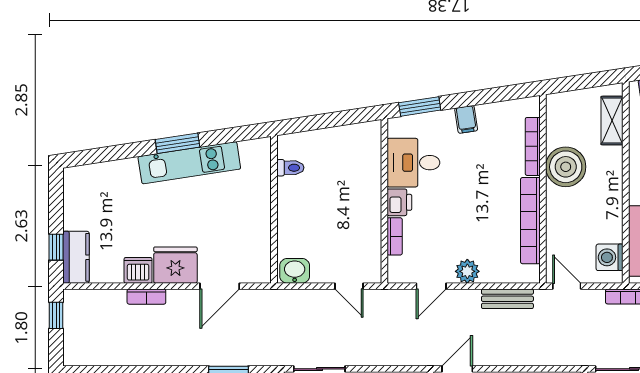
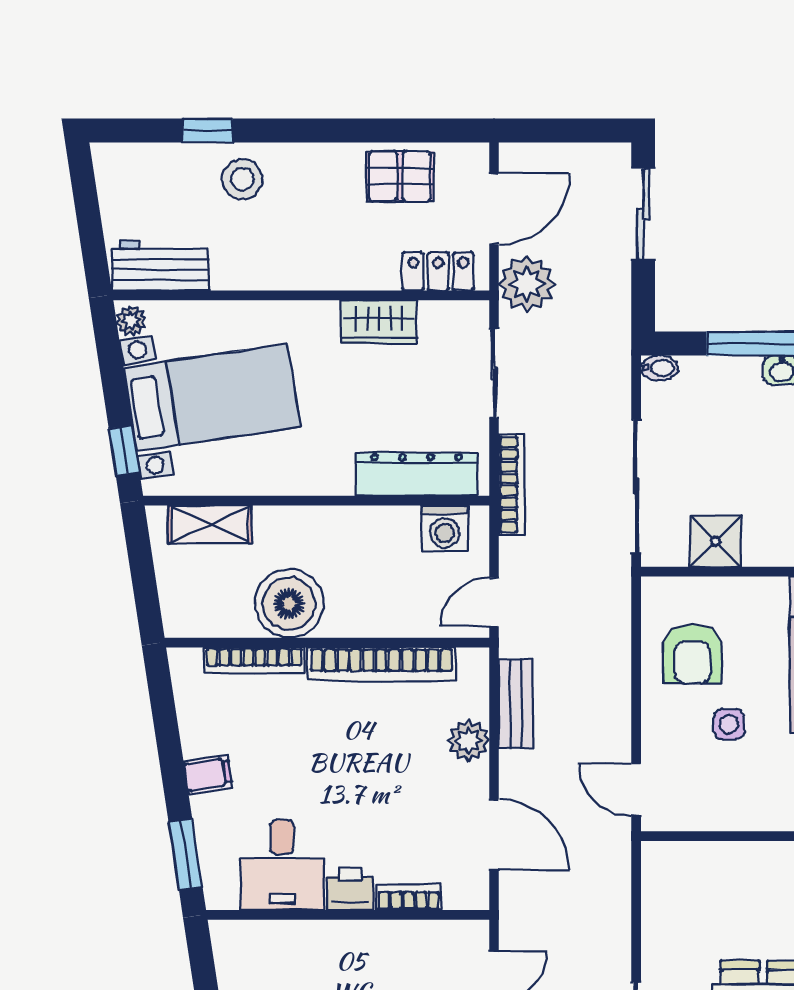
plant: (467, 271) -> (469, 741), moved
door: (431, 286) -> (494, 835), width x1.38

